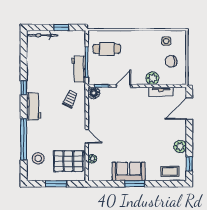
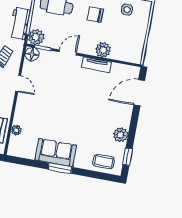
chair: (171, 61) -> (95, 15), moved
plant: (95, 78) -> (36, 37), added
tv unit: (161, 92) -> (96, 65), moved
door: (87, 136) -> (18, 83), moved

